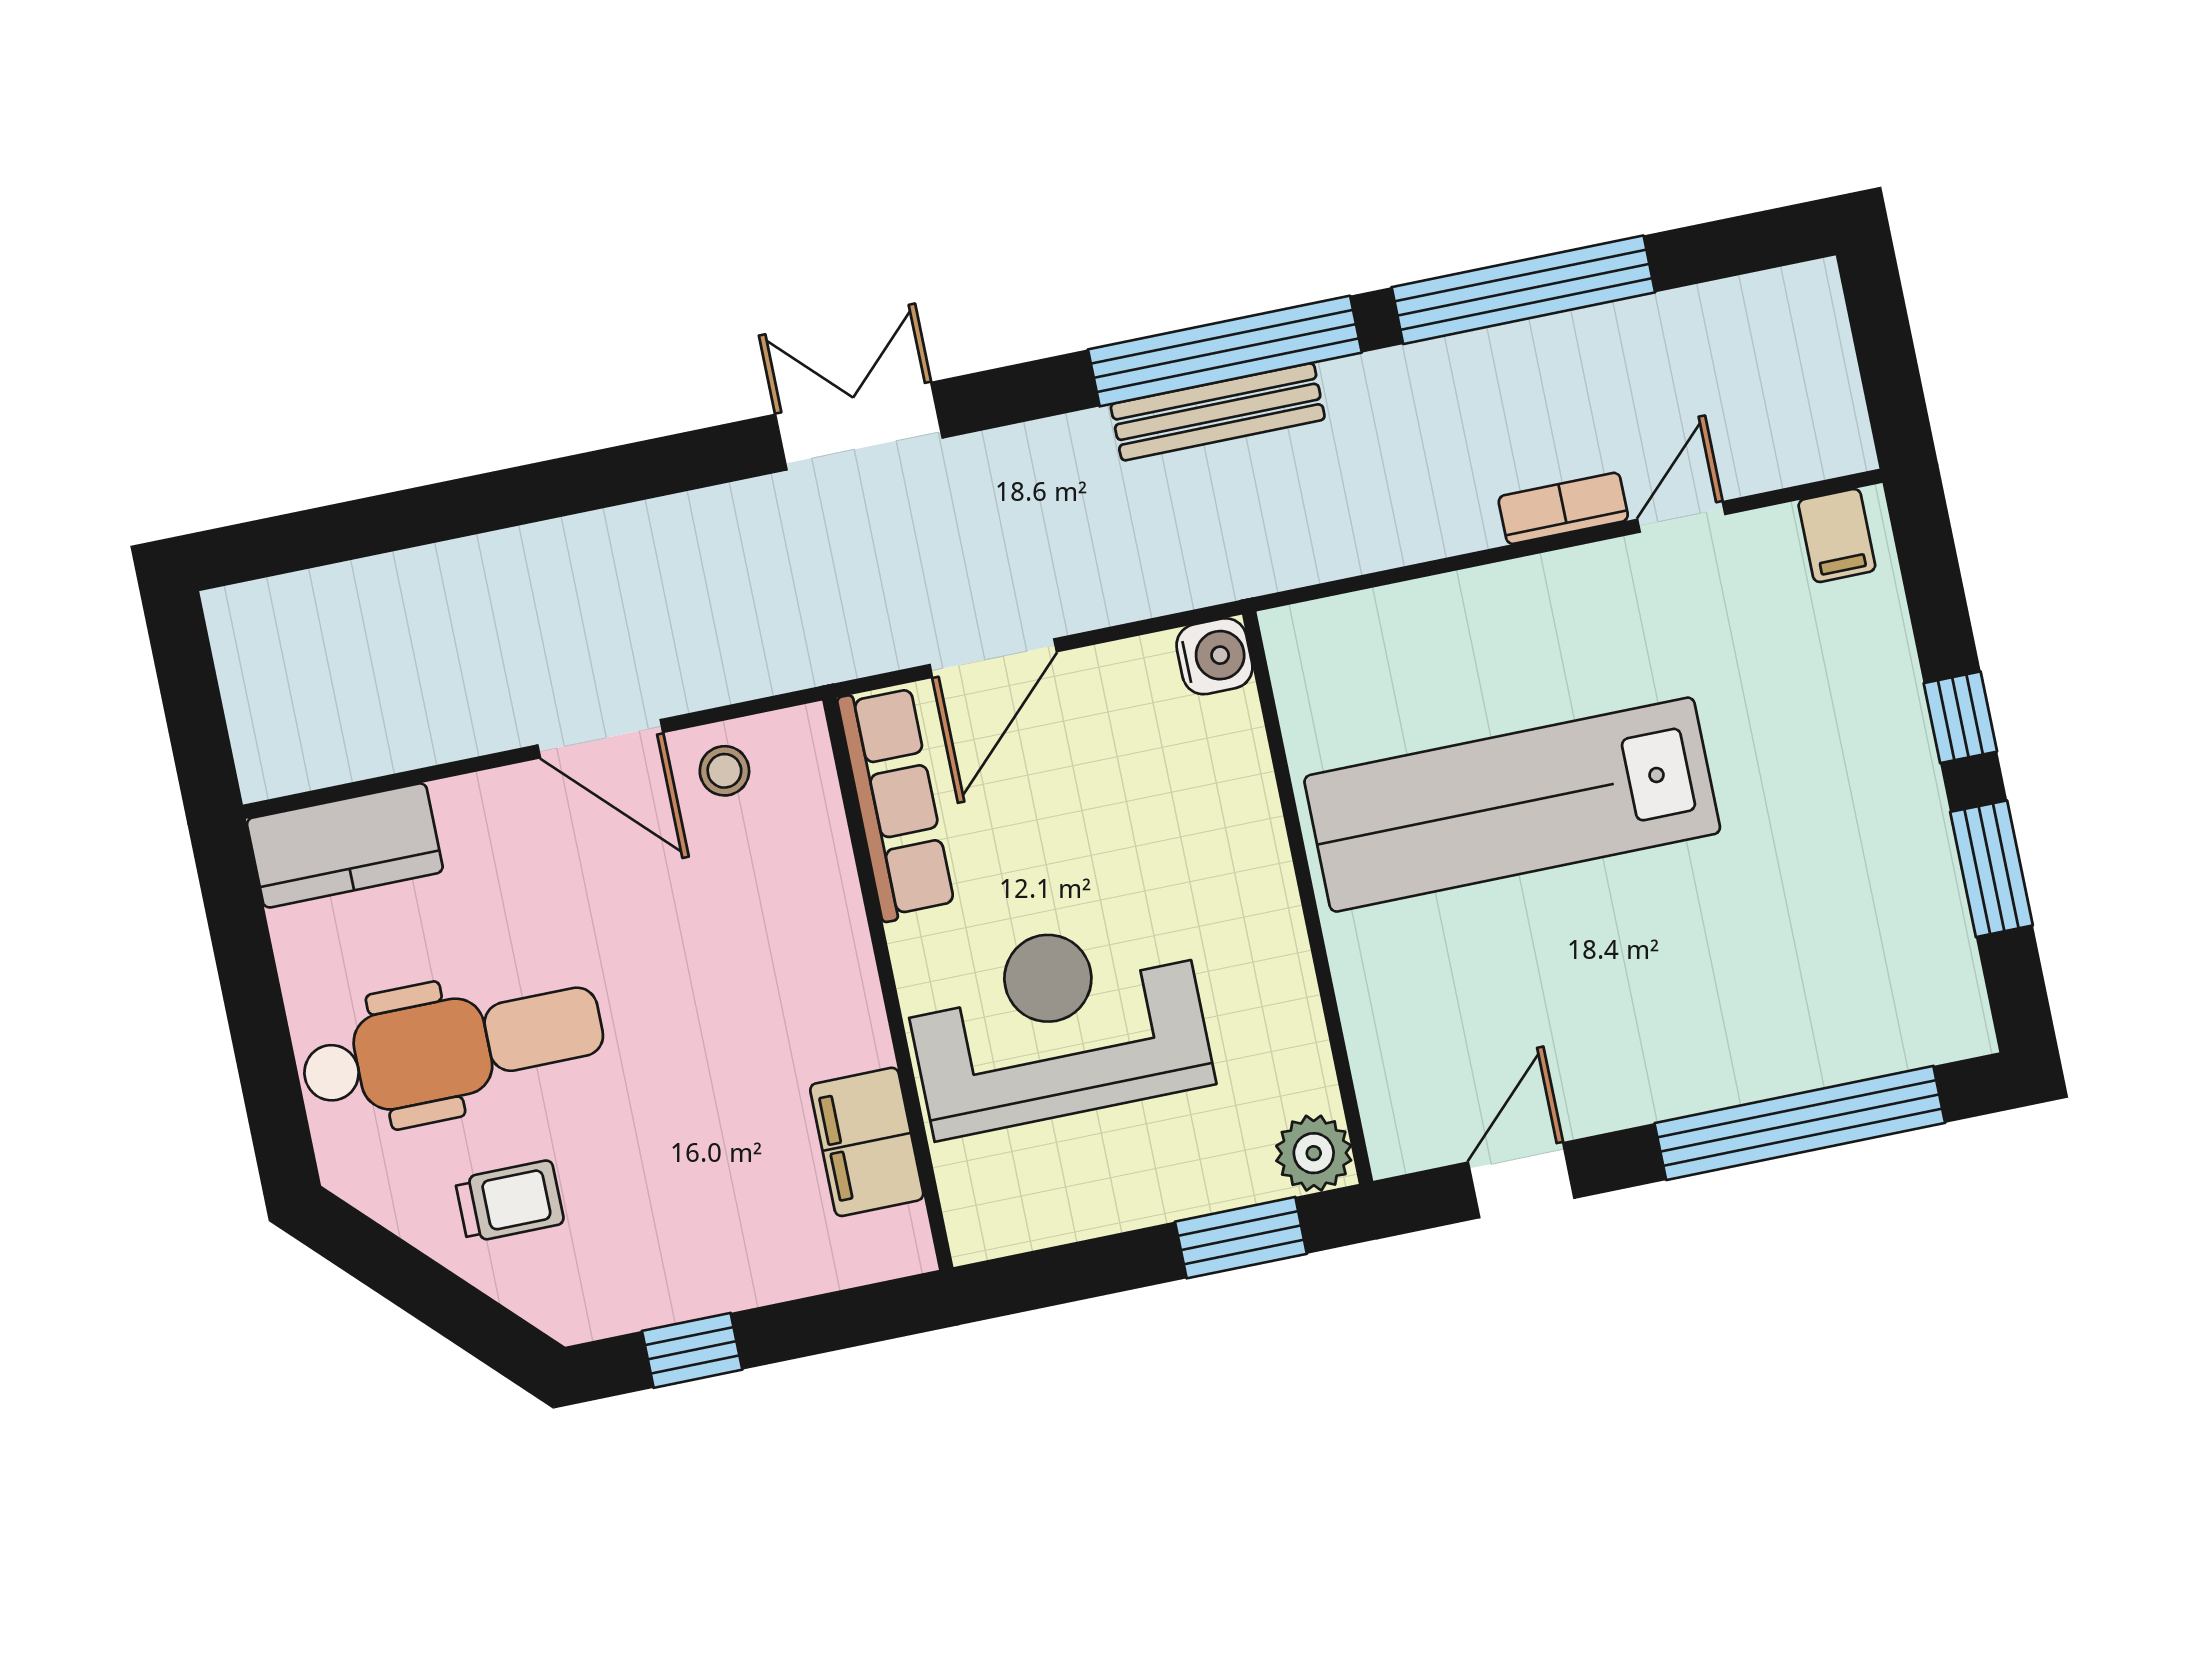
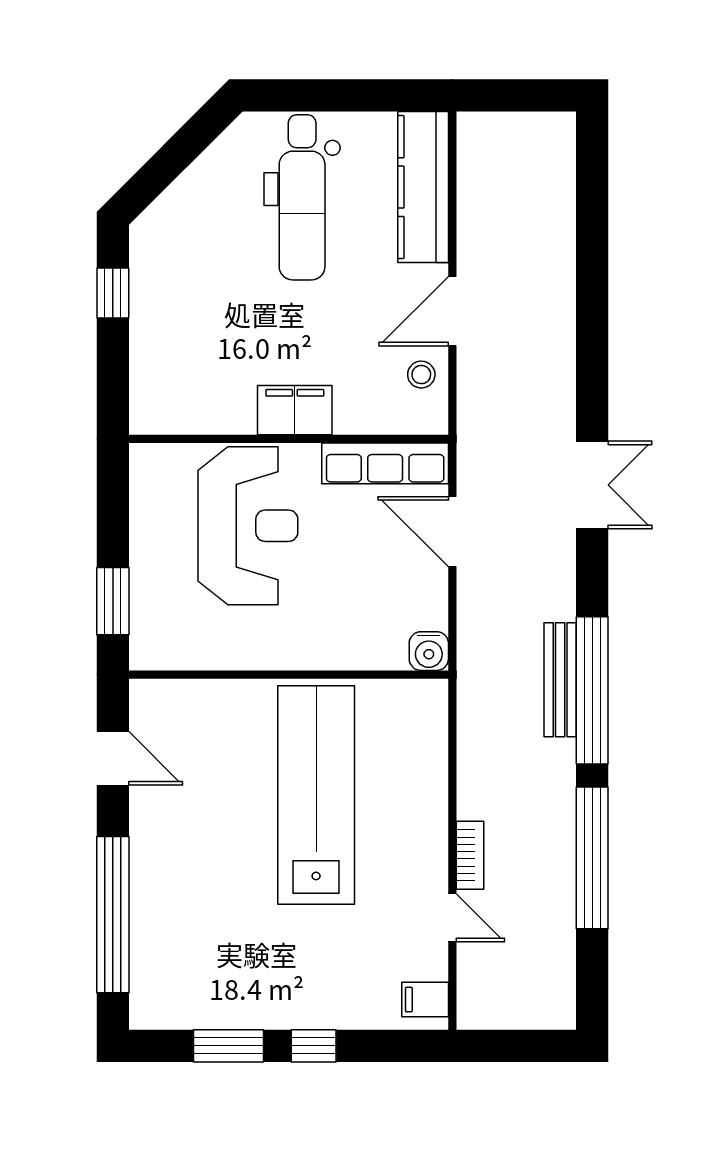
kitchen counter: (345, 845) -> (423, 187), width x1.50
filing cabinet: (867, 1142) -> (295, 410), moved
plant: (1314, 1153) -> (150, 650), removed
trolley: (510, 1201) -> (213, 211), removed

